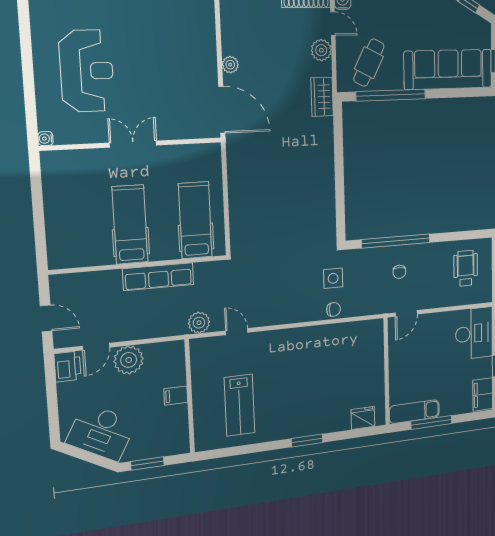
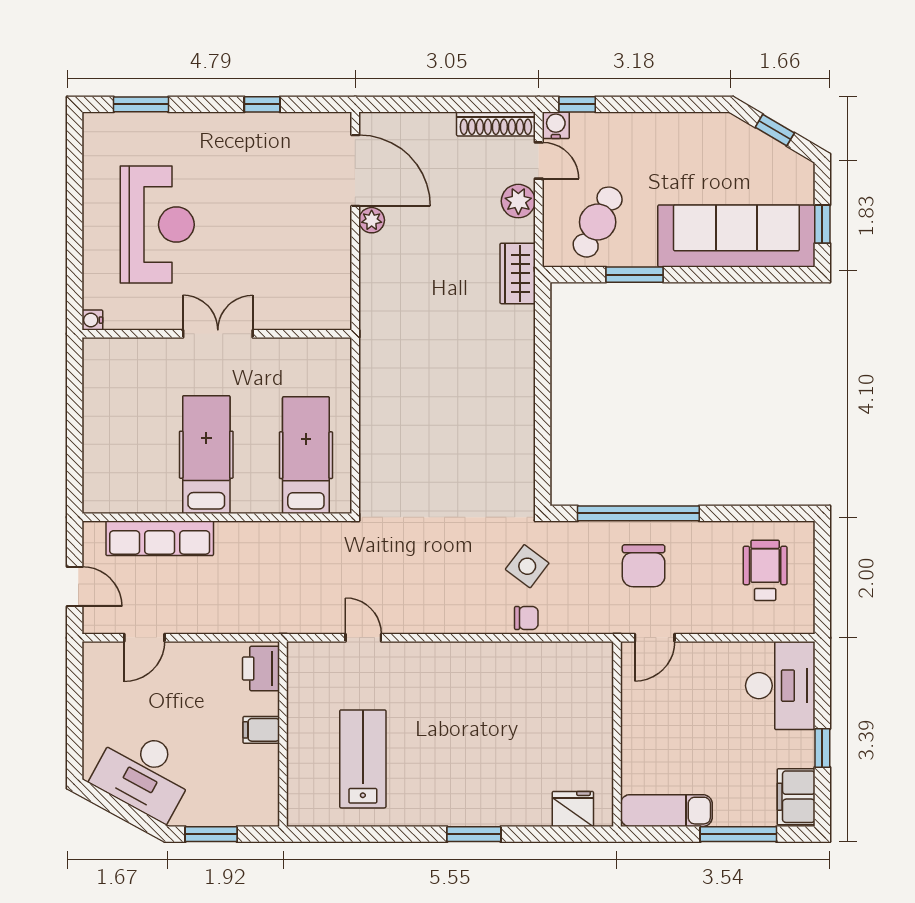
window: (391, 95) -> (634, 275), width x0.47
door: (222, 110) -> (355, 170), moved
chair: (399, 272) -> (644, 566), width x1.87, depth x1.87
row of seats: (158, 277) -> (160, 538), moved
side table: (333, 278) -> (527, 566), turned 37
plant: (199, 323) -> (304, 617), removed
plant: (129, 360) -> (192, 664), removed
printer: (68, 367) -> (261, 668), moved, turned 180
lab bench: (240, 405) -> (363, 759), turned 180
window: (431, 422) -> (738, 834), moved

